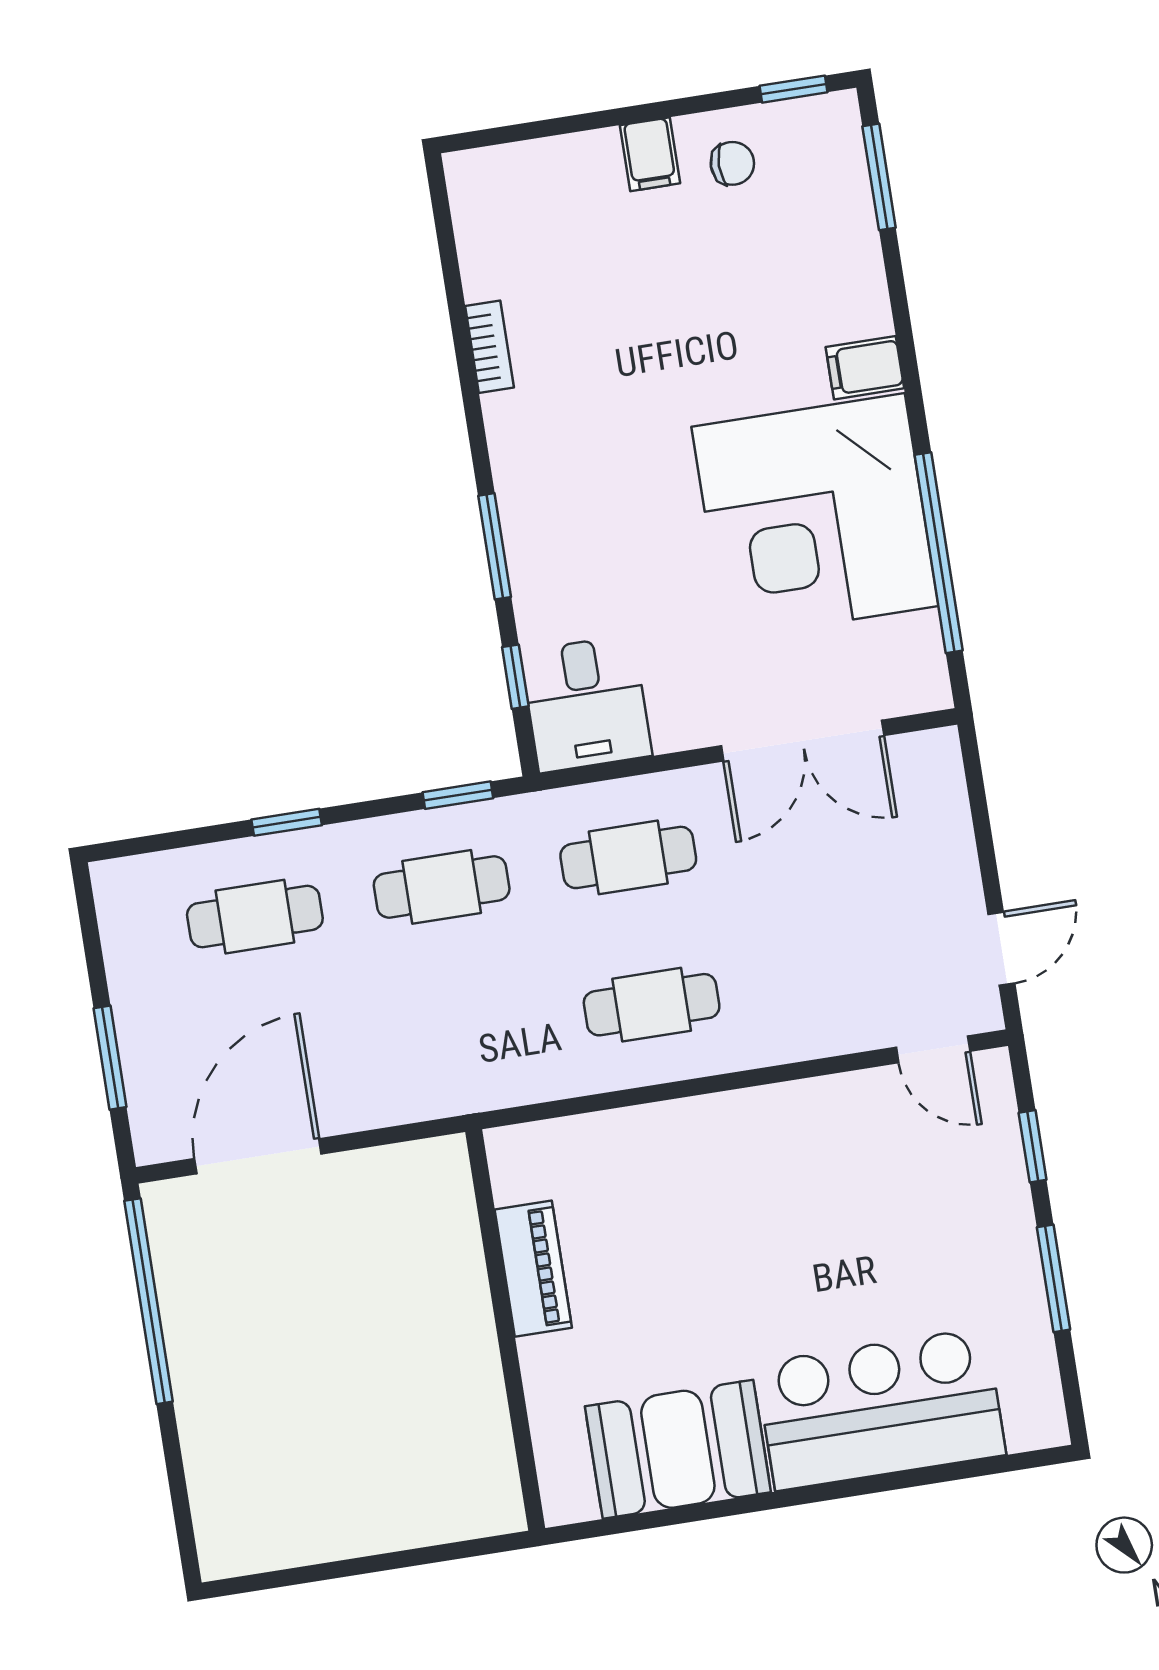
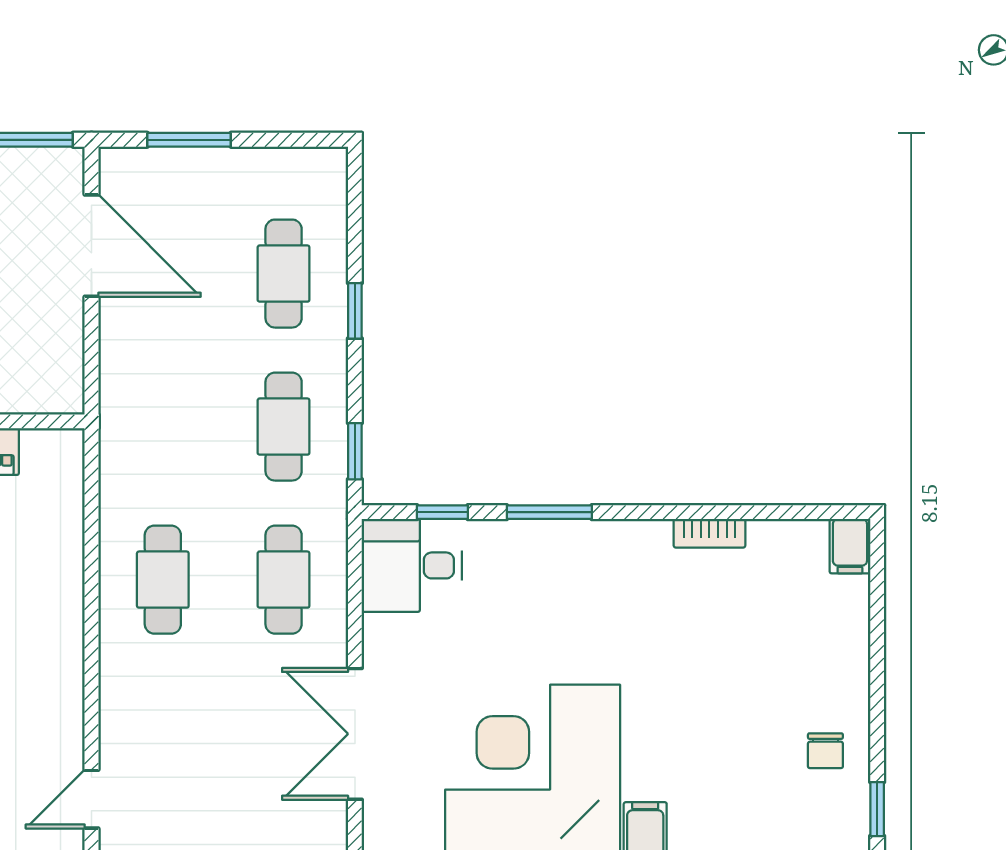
filing cabinet: (650, 154) -> (850, 546), moved, turned -90

